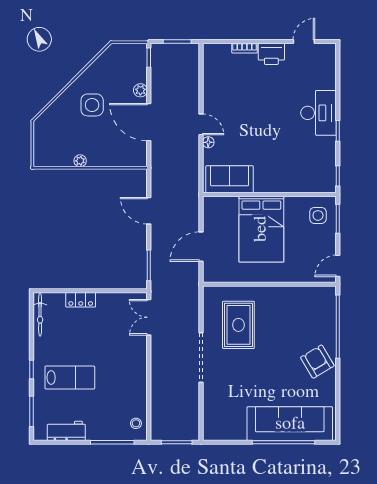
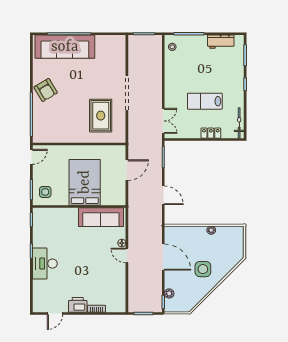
plant: (140, 90) -> (169, 293), moved
sofa: (230, 179) -> (101, 217), width x1.36
lab bench: (70, 378) -> (205, 101), moved

